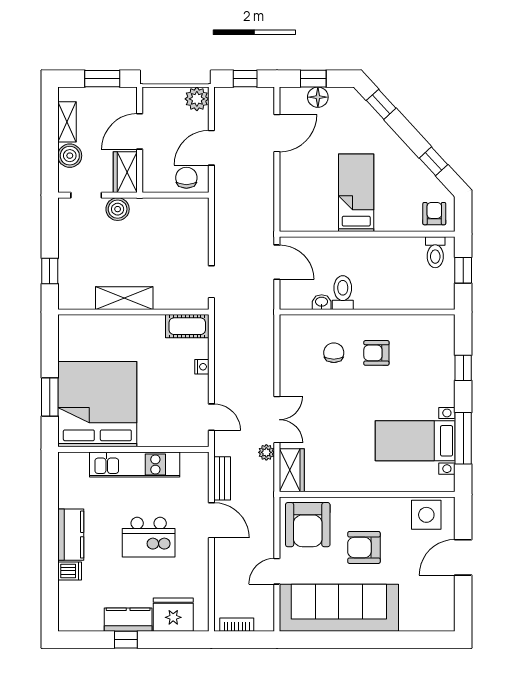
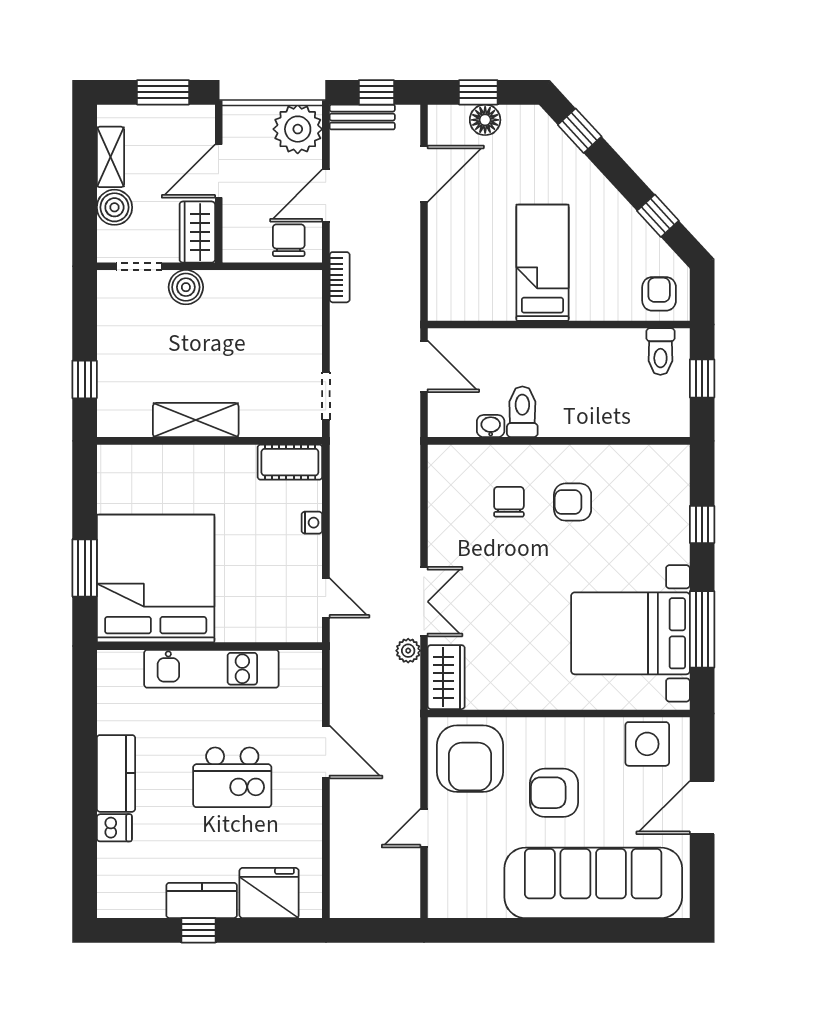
plant: (197, 99) -> (298, 129), width x1.36, depth x1.36
bed with nightstands: (415, 441) -> (630, 633), width x1.36
bench: (222, 478) -> (362, 117), moved, turned 90
sofa: (339, 608) -> (593, 883), moved
bookcase: (237, 625) -> (340, 277), moved, turned 90

